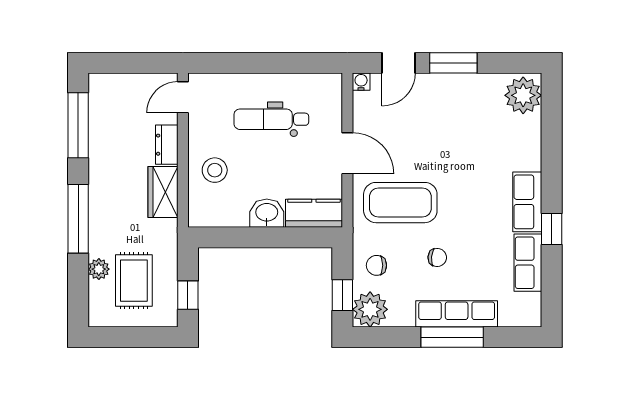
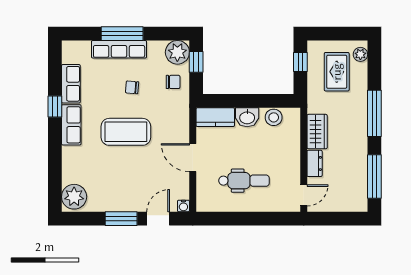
stool: (215, 170) -> (274, 117), moved
coffee table: (400, 203) -> (126, 132), moved
plant: (99, 269) -> (360, 54), moved

